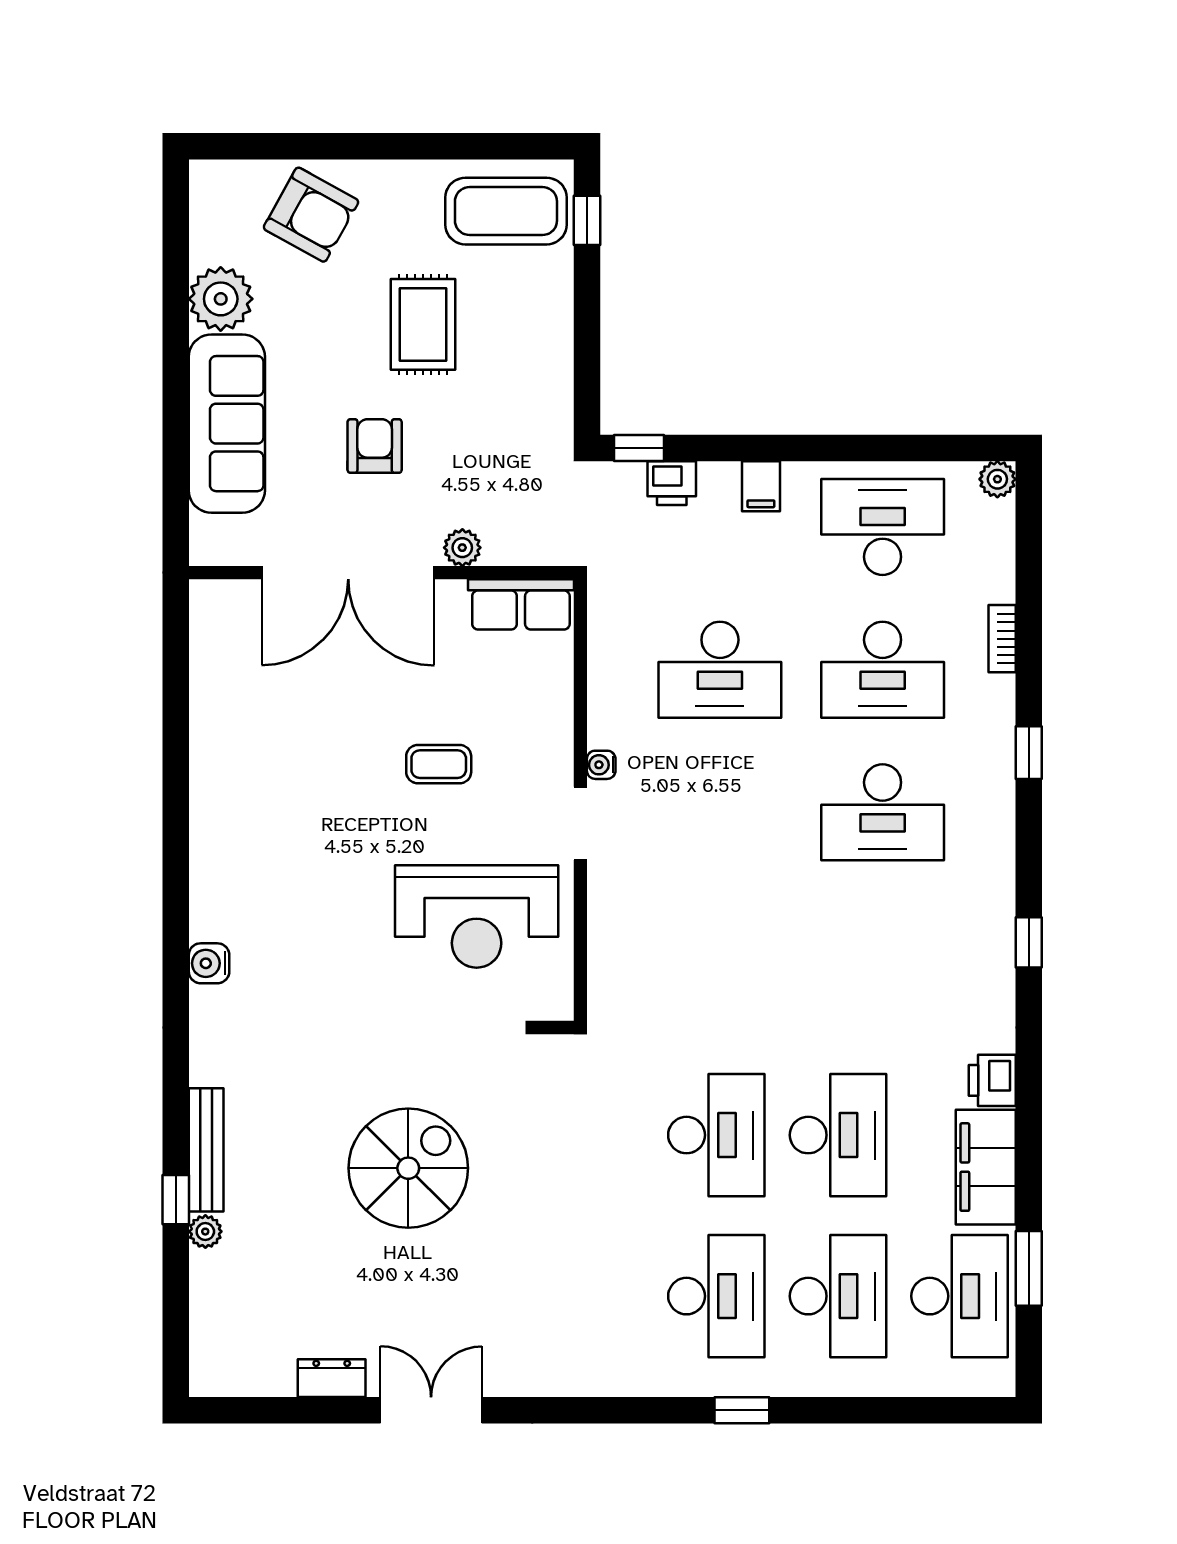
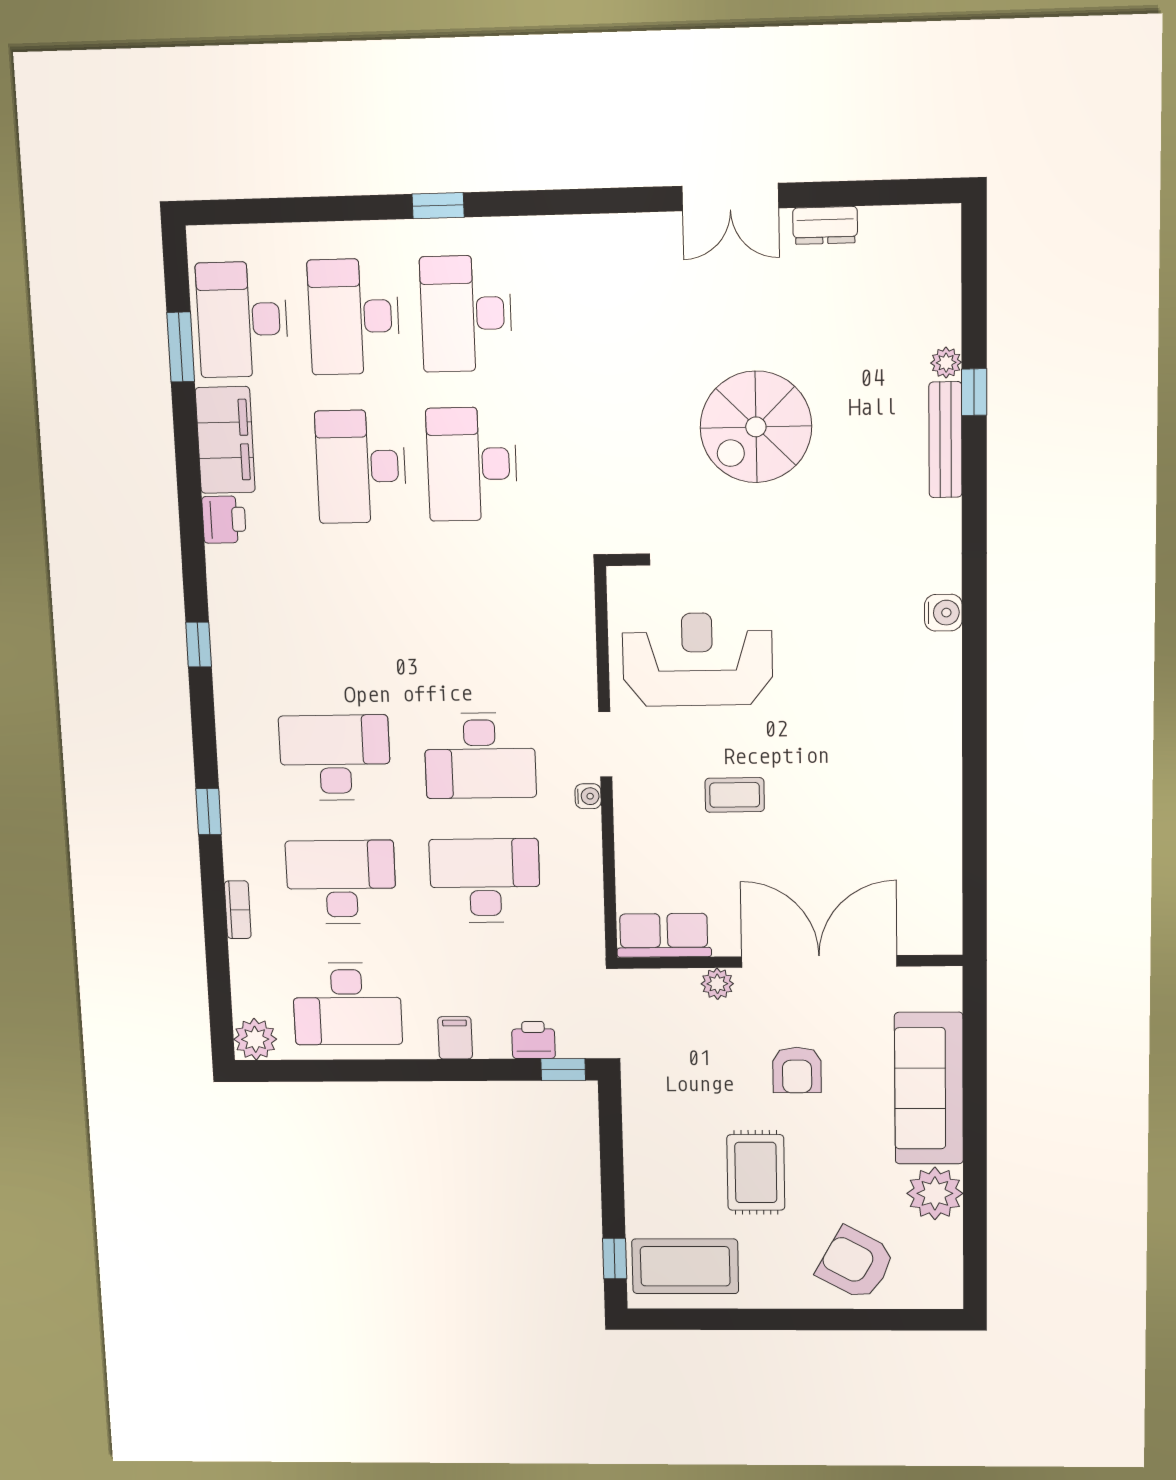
plant: (997, 479) -> (255, 1039), width x1.38, depth x1.38
desk: (720, 812) -> (480, 756), added

